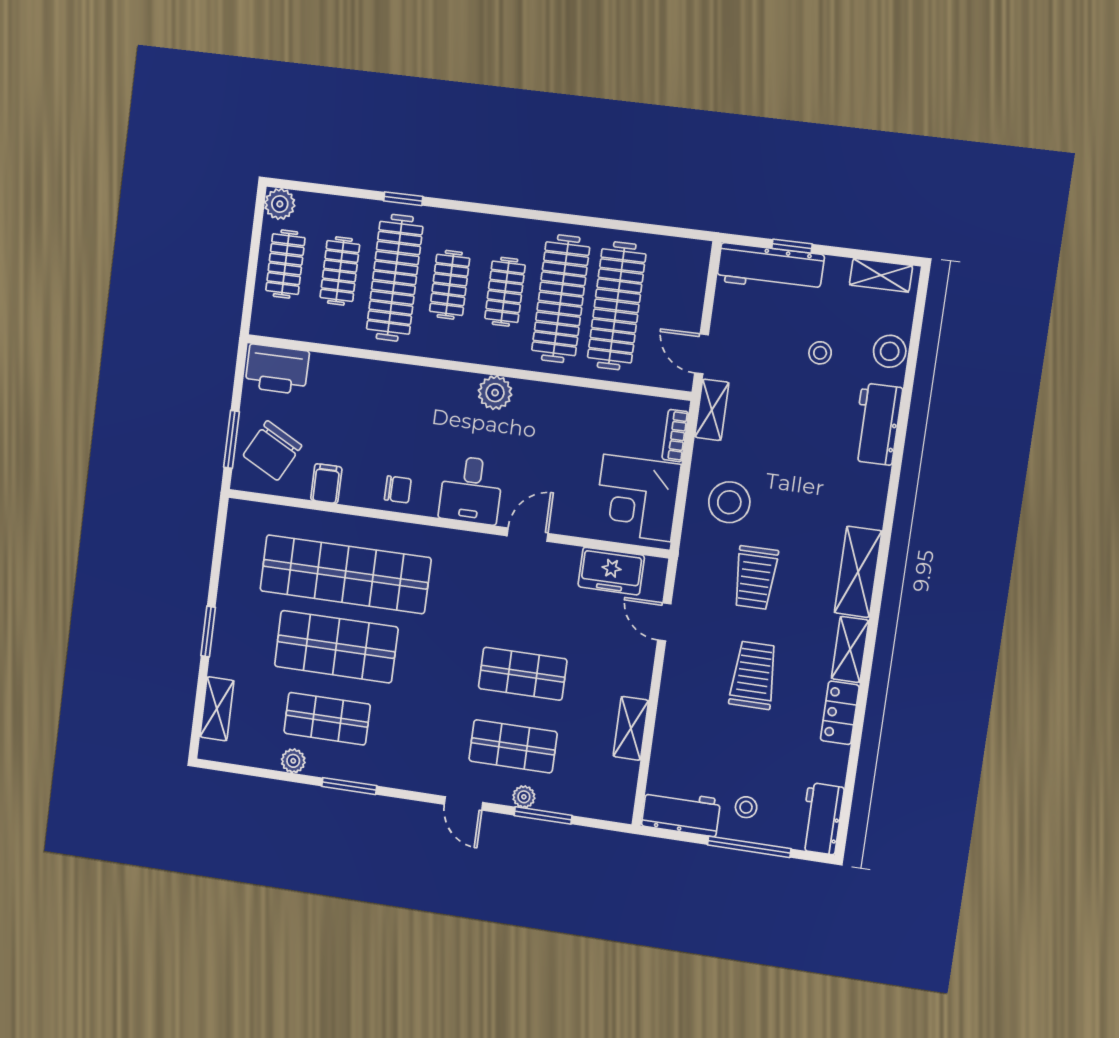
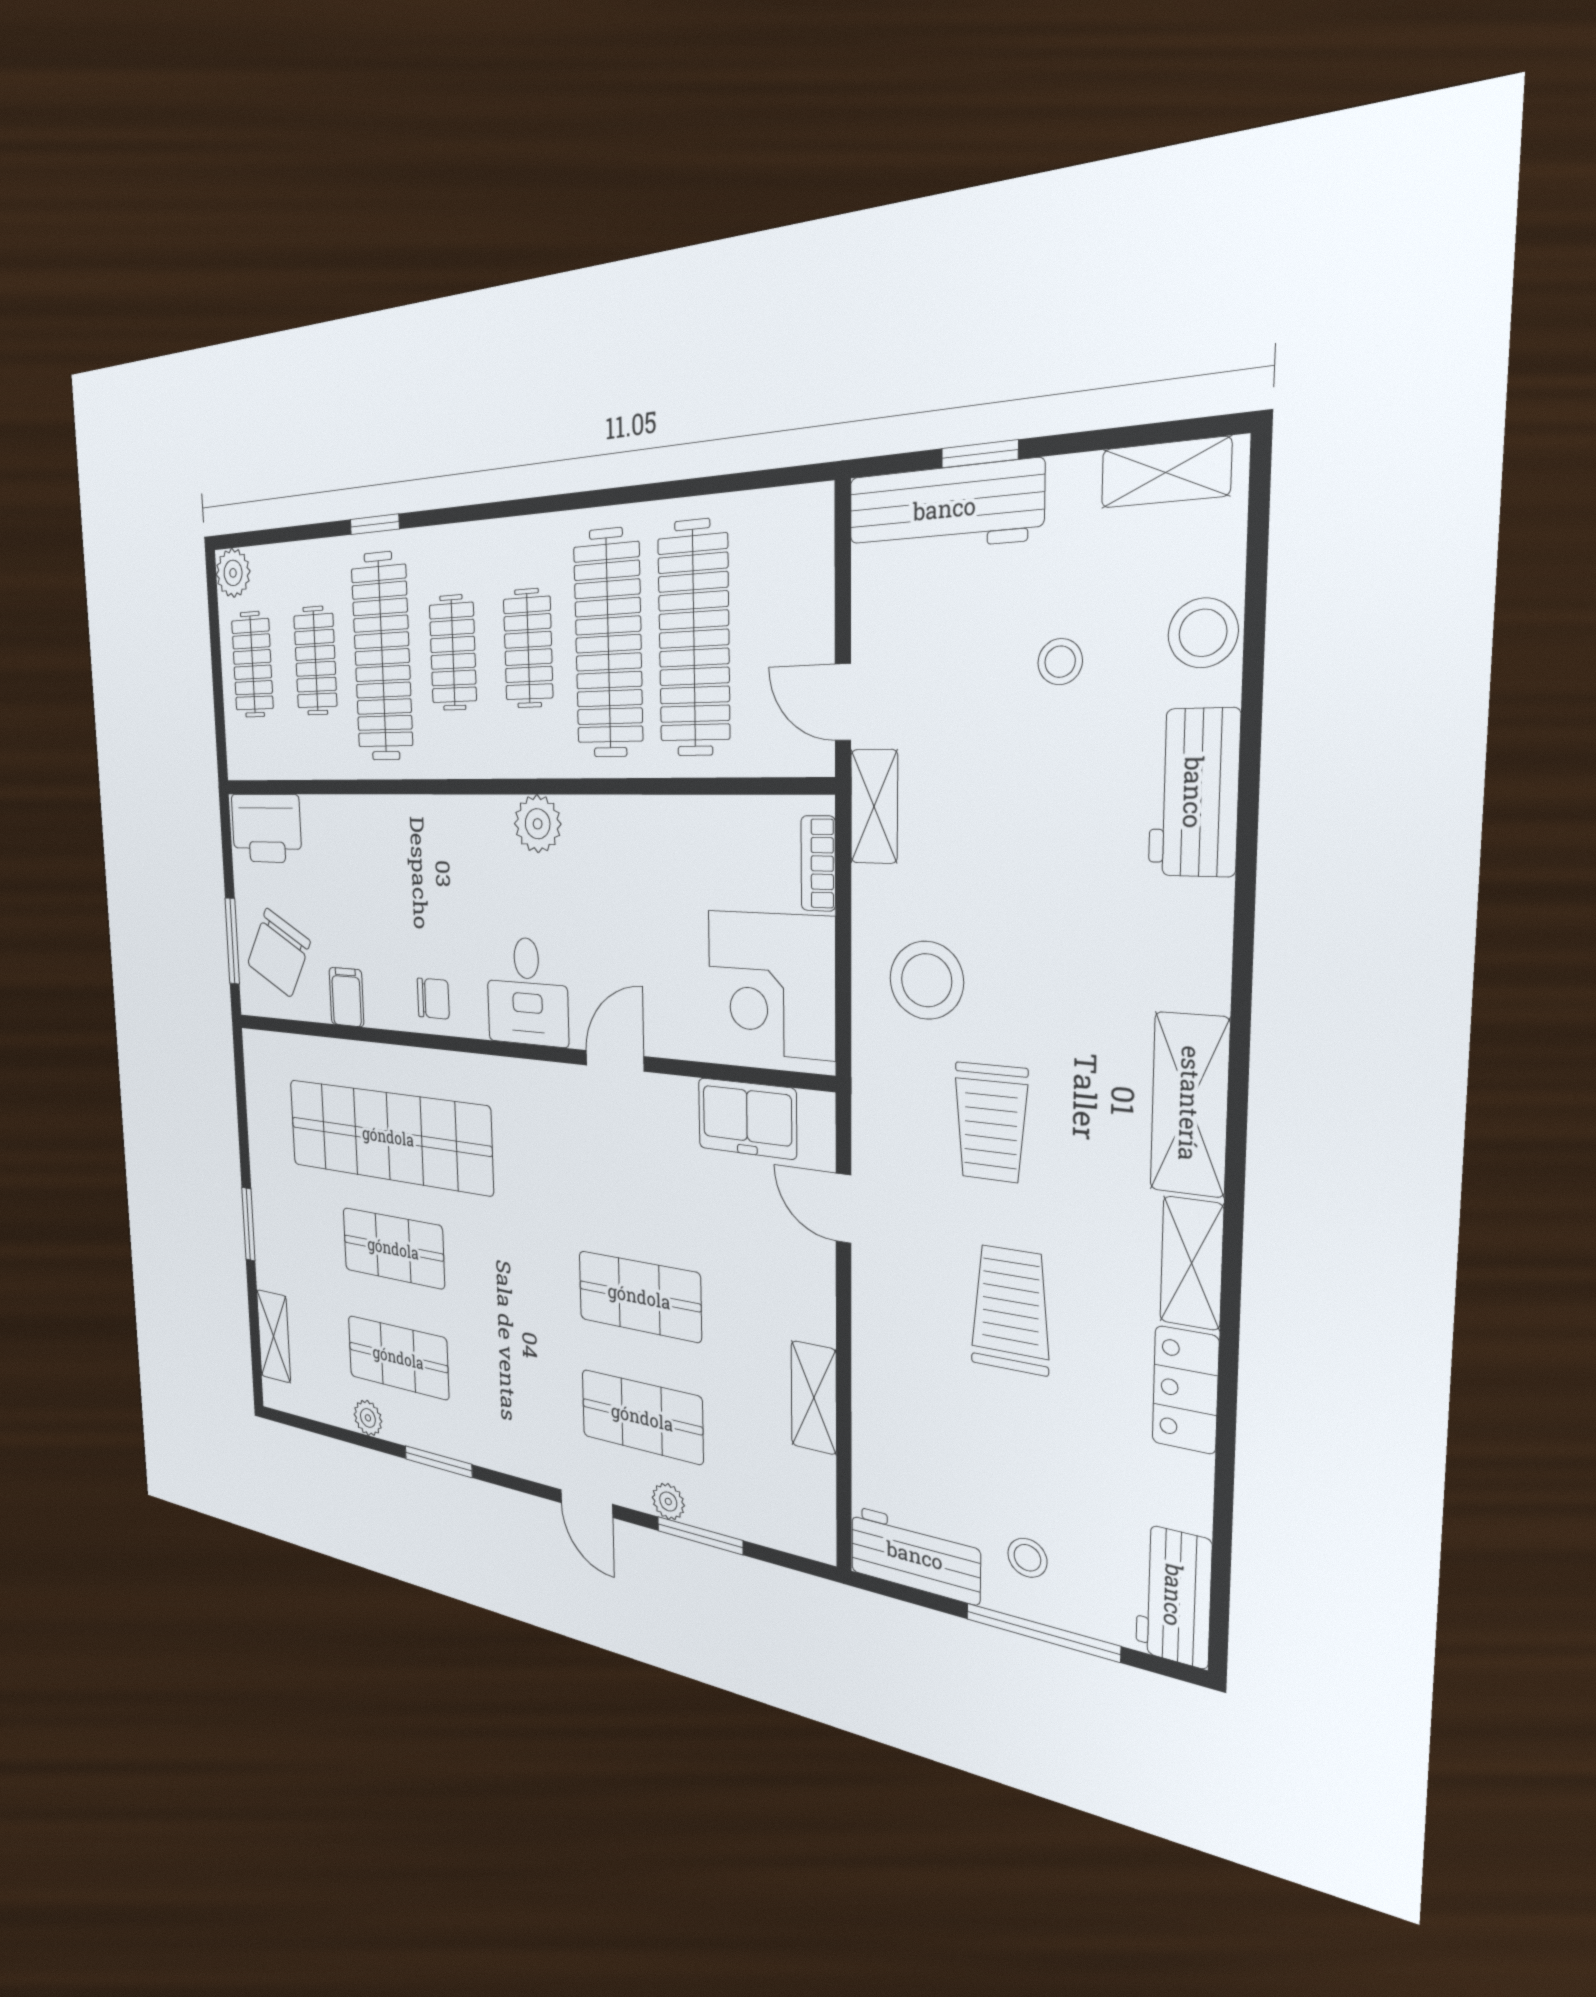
shop shelf: (336, 647) -> (393, 1248), width x0.70, depth x0.74

